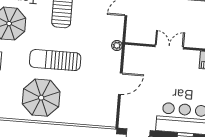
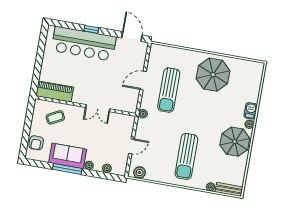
sun lounger: (55, 60) -> (169, 90), moved, turned 90

